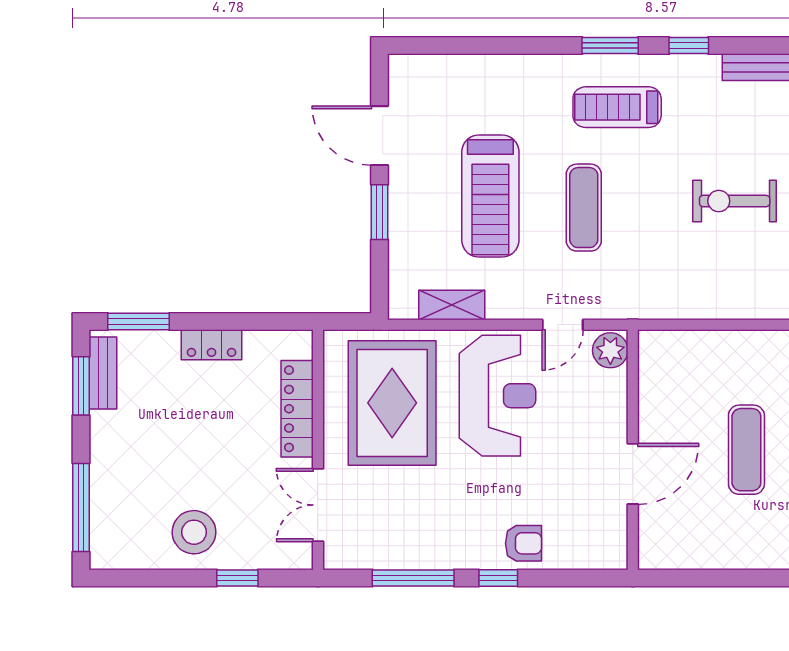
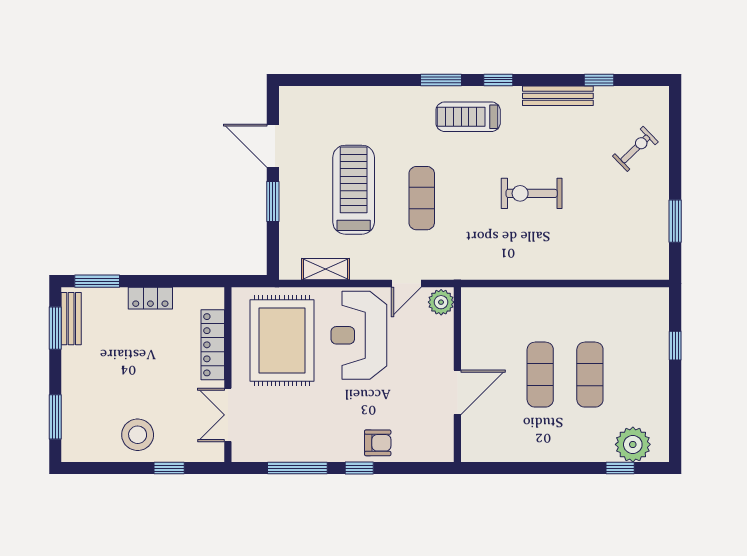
treadmill: (617, 107) -> (468, 117), moved
treadmill: (490, 196) -> (354, 190), turned 180
reception desk: (498, 396) -> (359, 335), turned 180
window: (81, 508) -> (55, 417), width x0.69

